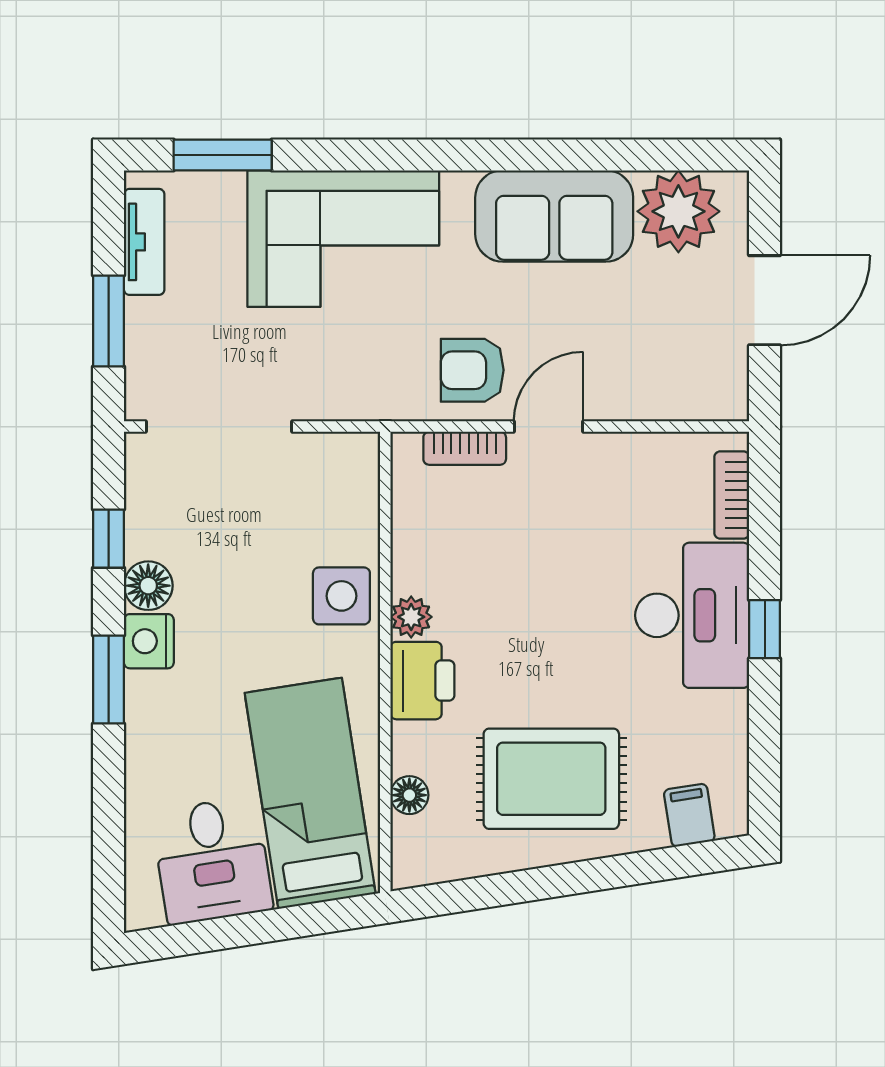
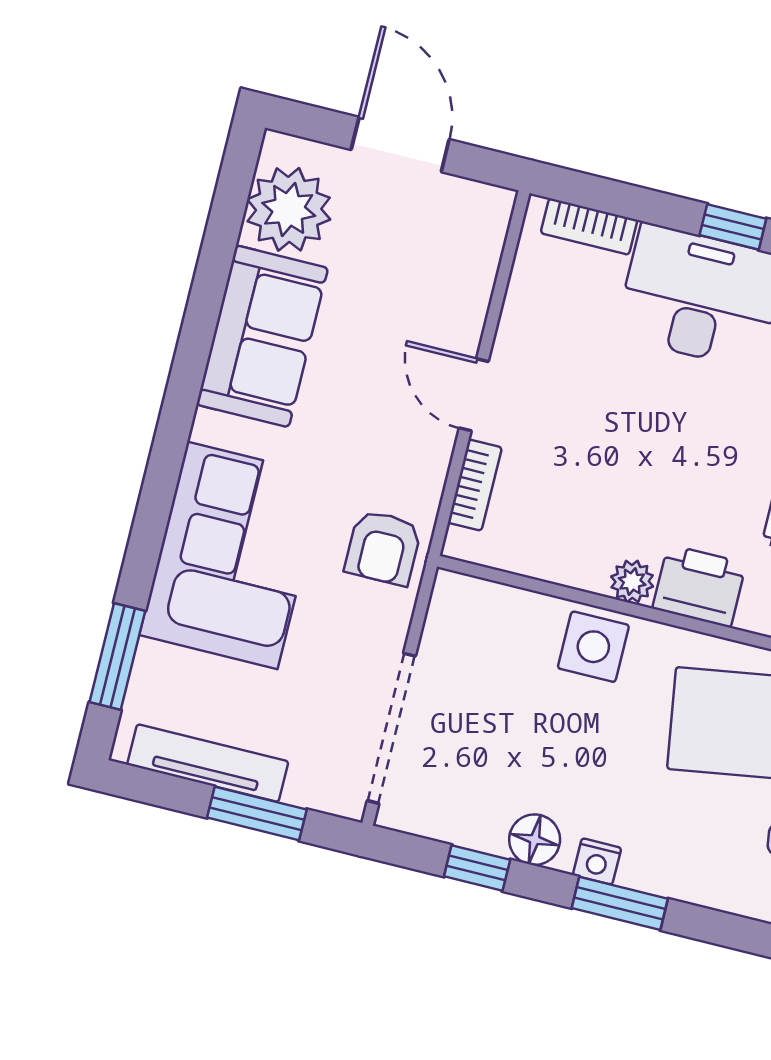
tv unit: (144, 242) -> (208, 763), width x1.41
armchair: (472, 370) -> (383, 548), moved
nightstand: (149, 641) -> (597, 861), width x0.72, depth x0.74

